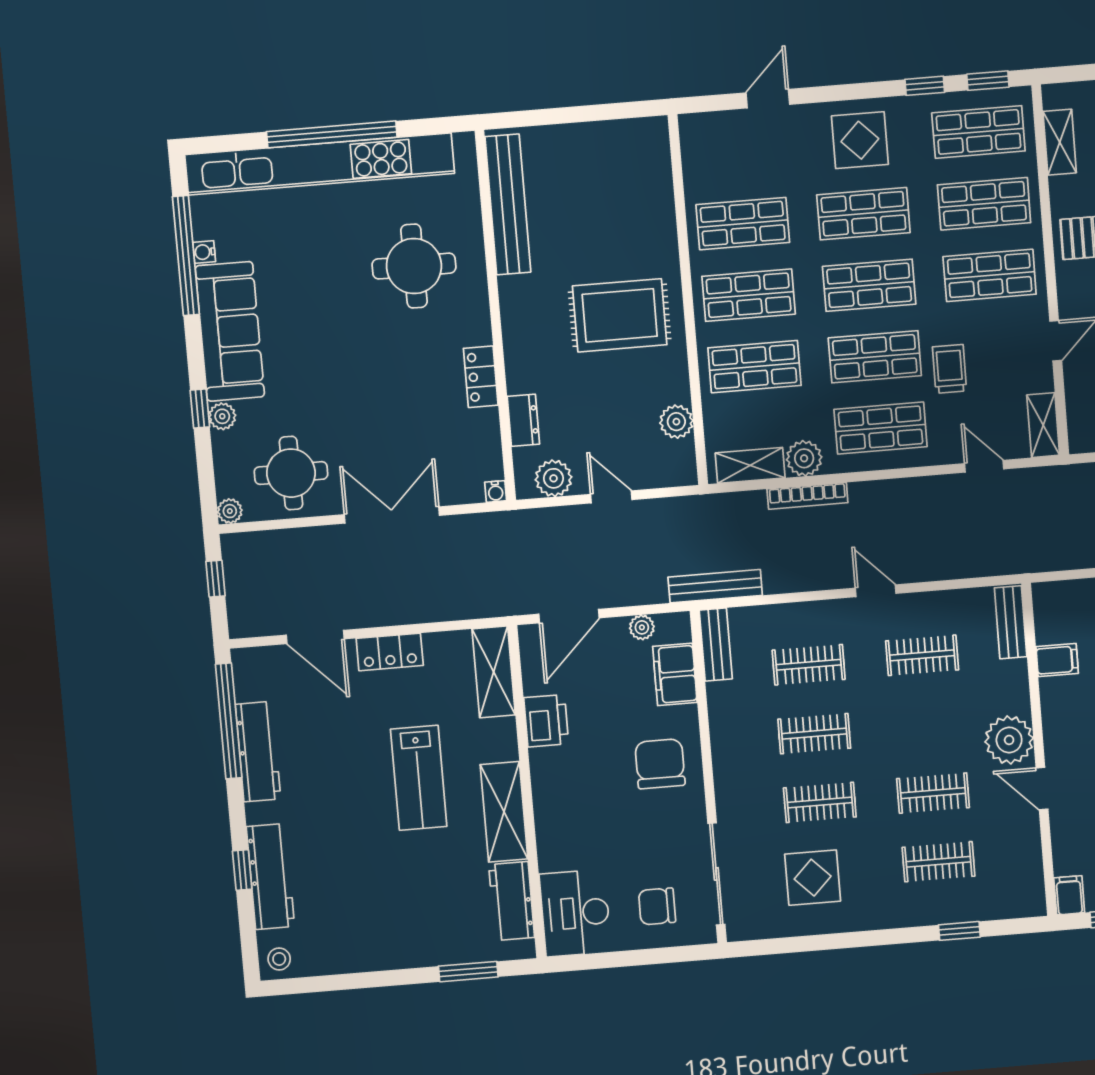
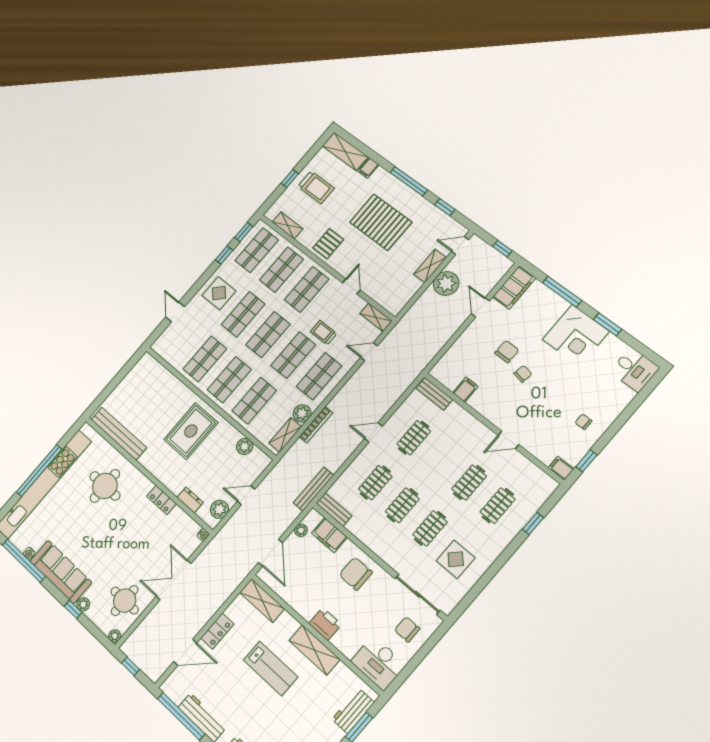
printer: (546, 721) -> (325, 624), moved
plant: (1009, 740) -> (478, 435), removed
workbench: (512, 901) -> (353, 711), moved, turned 90
chair: (657, 906) -> (407, 629), turned 90

